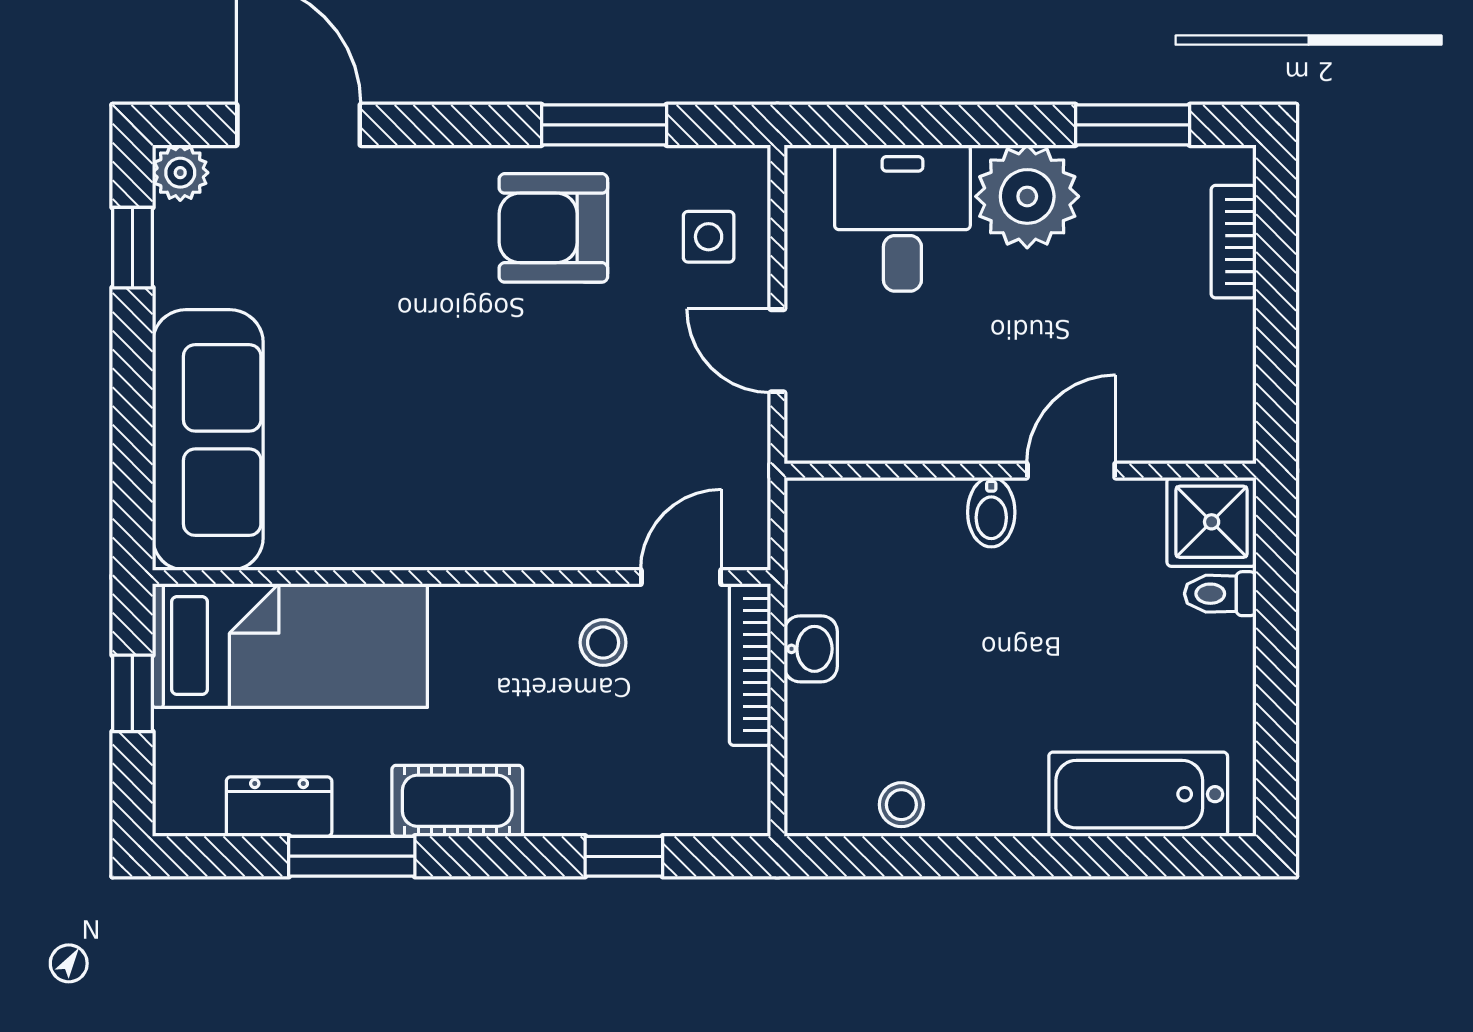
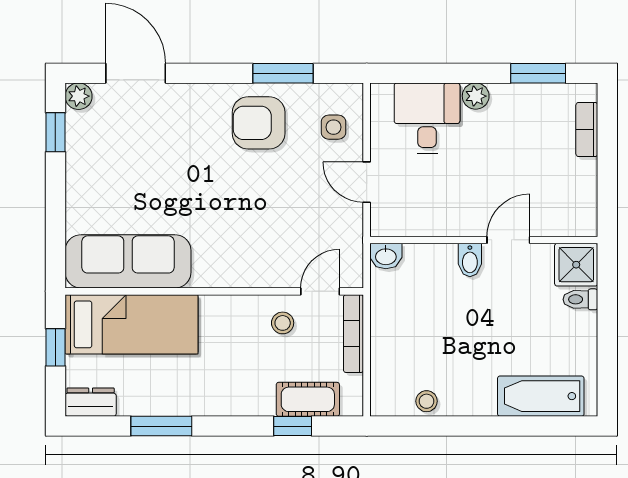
plant: (1027, 196) -> (476, 96), width x0.53, depth x0.53
sofa: (208, 440) -> (128, 261), moved, turned -90
washbasin: (811, 649) -> (386, 256), moved, turned 90
cot: (457, 801) -> (308, 399), moved
dresser: (279, 807) -> (91, 402), moved

